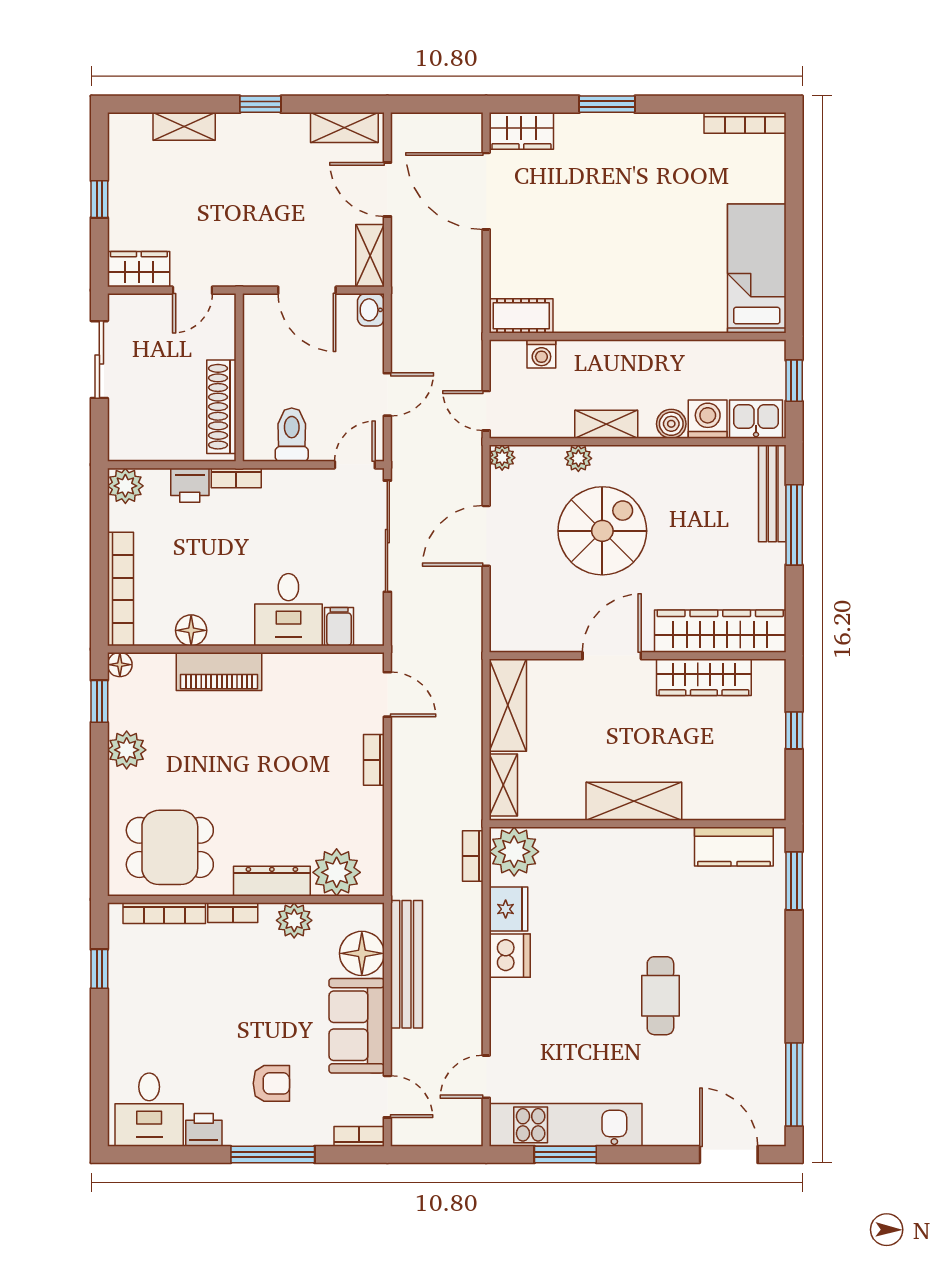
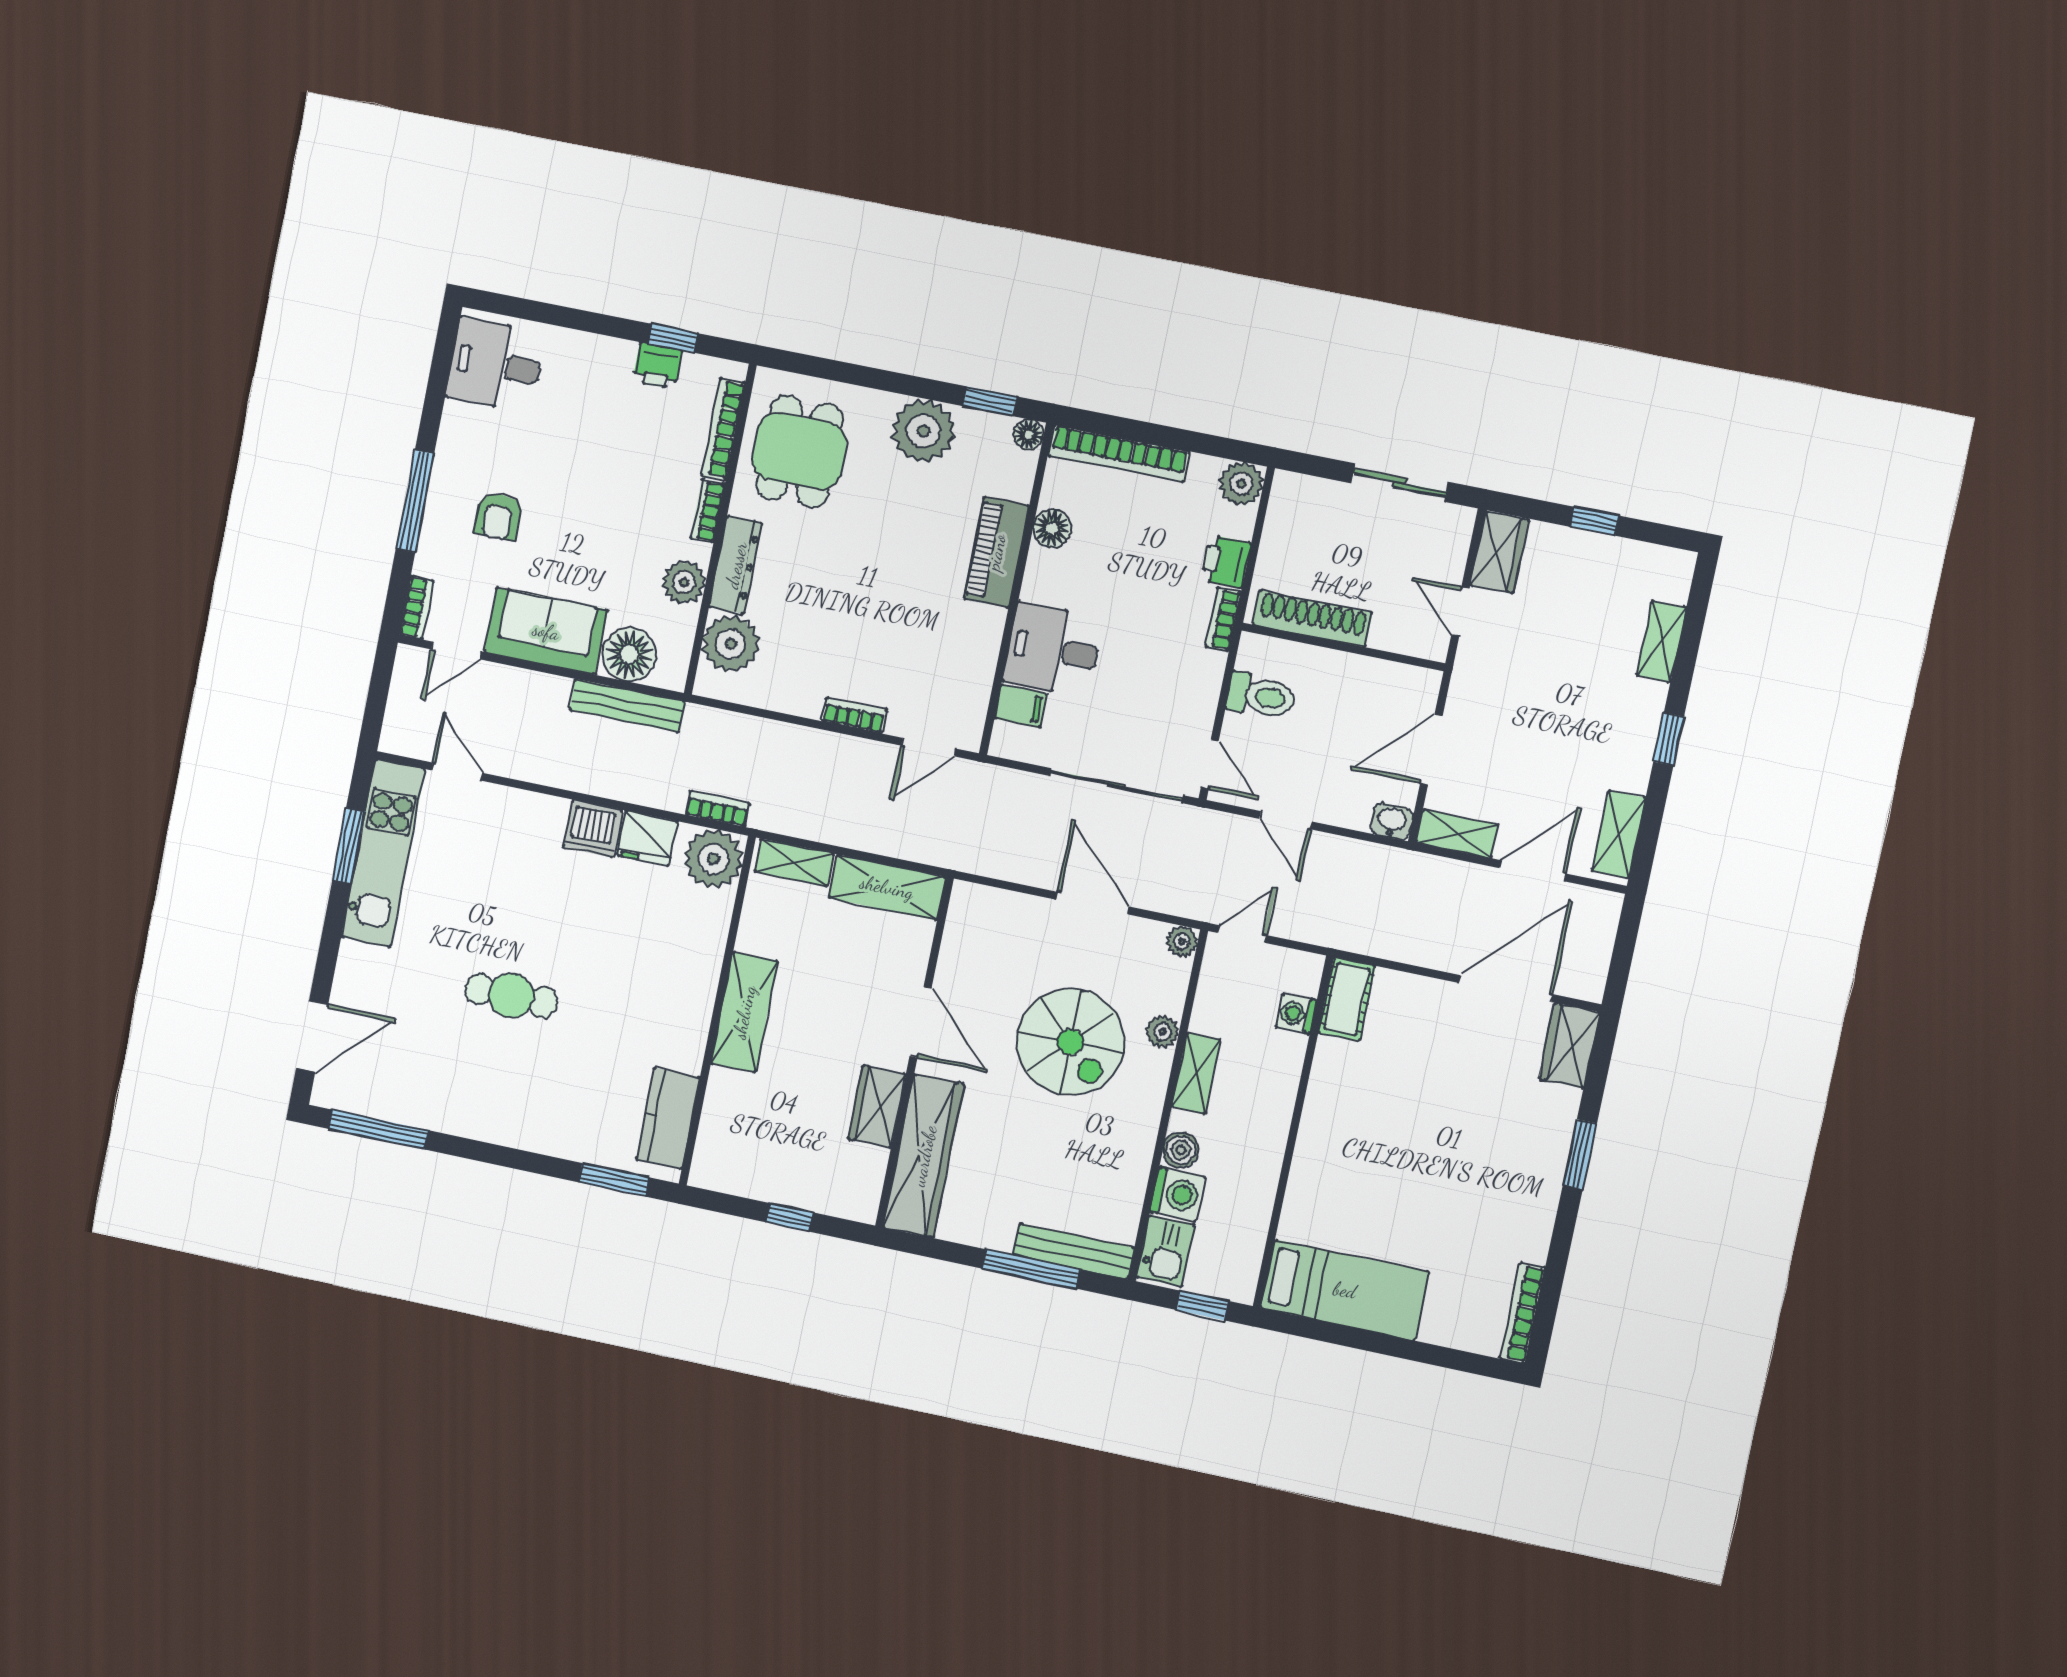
wardrobe: (704, 677) -> (877, 1107), width x0.67
plant: (127, 750) -> (924, 431), width x1.36, depth x1.36
bench: (407, 964) -> (627, 706), width x0.73, depth x0.82
printer: (204, 1130) -> (658, 366), moved, turned 90

